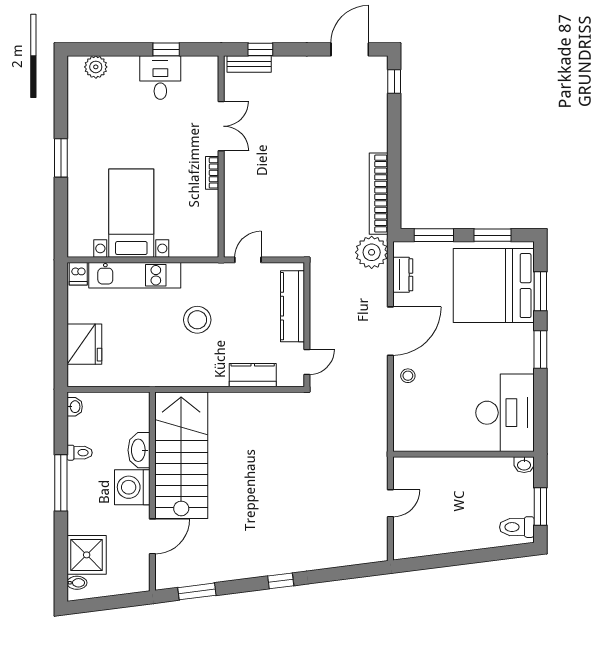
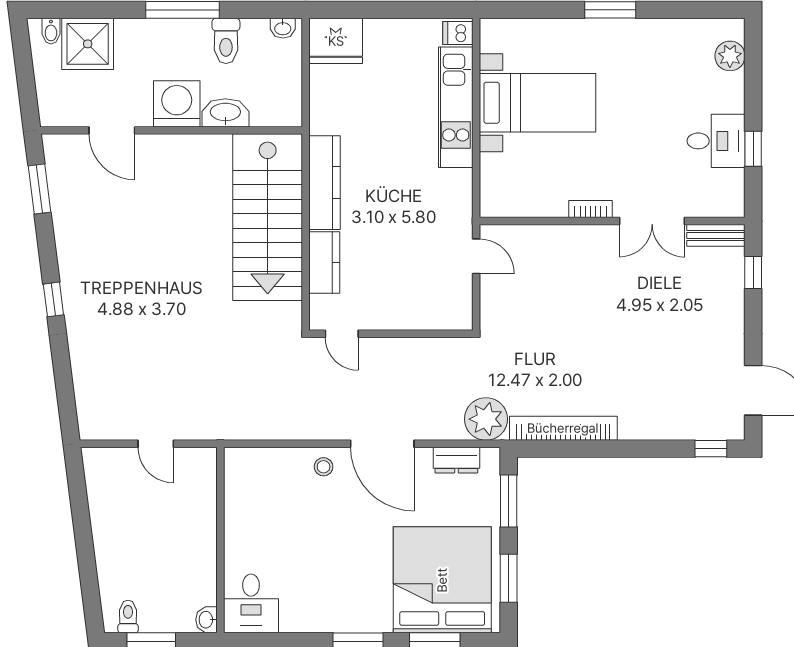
bench: (249, 64) -> (716, 235), moved, turned 90
kitchen counter: (292, 306) -> (325, 183), moved, turned 90
stool: (197, 320) -> (397, 190), removed
fridge: (84, 344) -> (336, 41), moved
desk: (505, 413) -> (251, 603), width x0.53, depth x0.77
toilet: (80, 453) -> (226, 41), width x1.37, depth x1.39
stairs: (181, 455) -> (268, 217), moved, turned 90
toilet: (517, 527) -> (128, 616), width x0.73, depth x0.72

